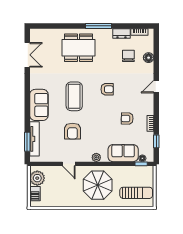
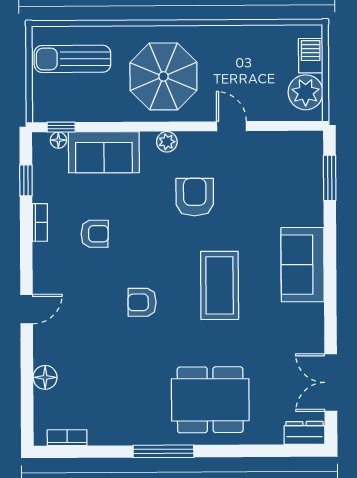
dresser: (121, 33) -> (305, 433), moved
chair: (128, 56) -> (93, 381), removed
armchair: (72, 131) -> (195, 197), moved
tv unit: (35, 139) -> (313, 185), removed

